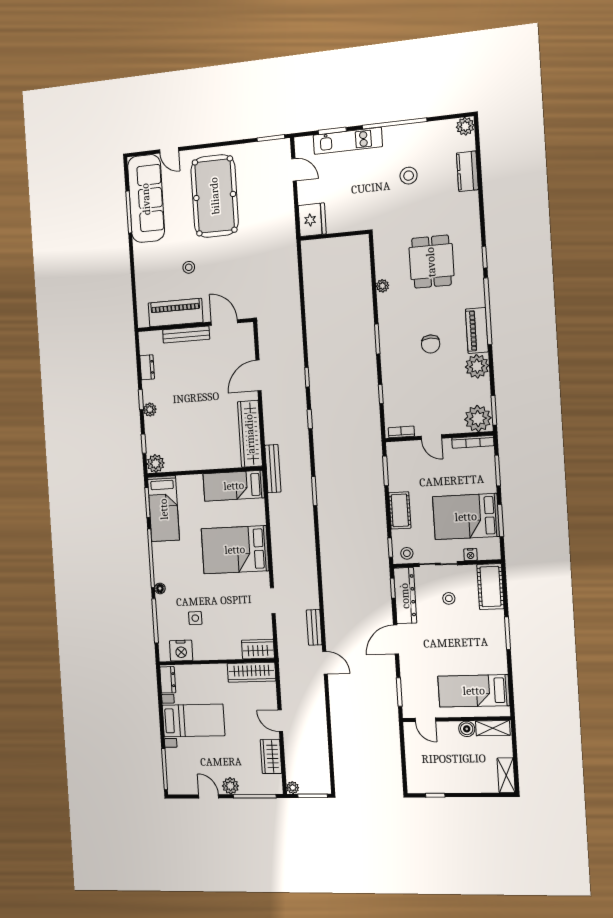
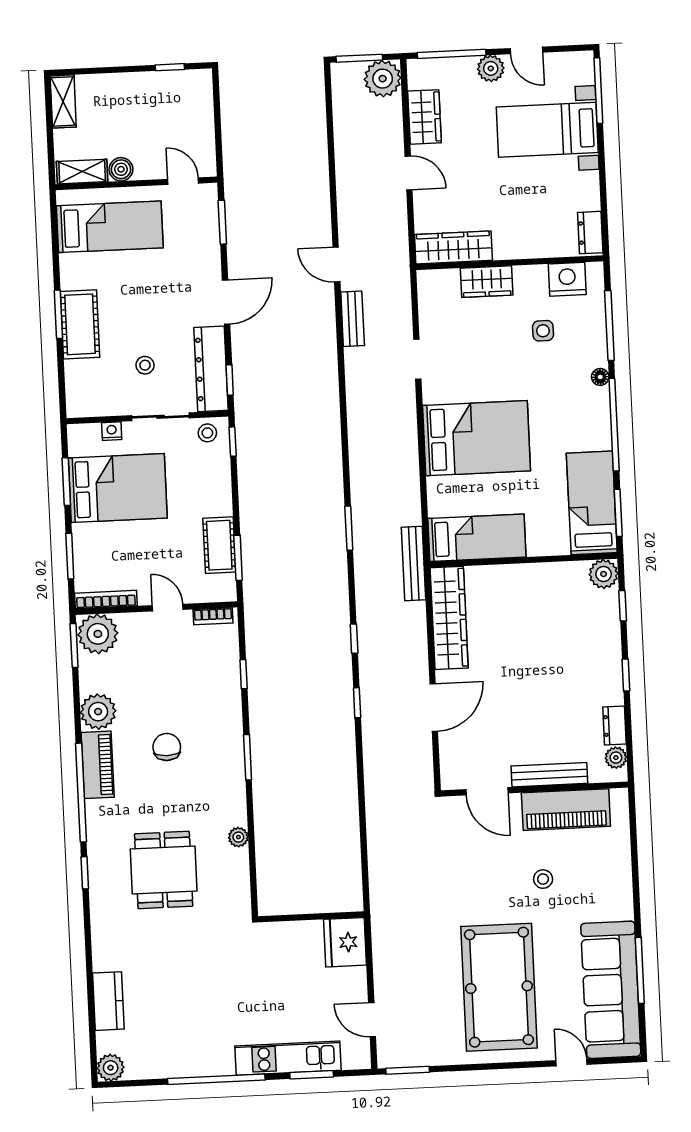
stool: (409, 176) -> (196, 1000), removed
plant: (150, 410) -> (616, 758), moved
cot: (400, 510) -> (219, 545), moved
cot: (490, 587) -> (80, 324), moved
wardrobe: (258, 649) -> (487, 282), moved
bed with nightstands: (193, 720) -> (547, 130), moved
plant: (293, 788) -> (383, 79), width x1.87, depth x1.87

